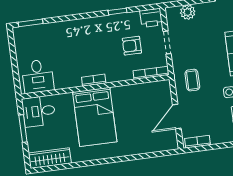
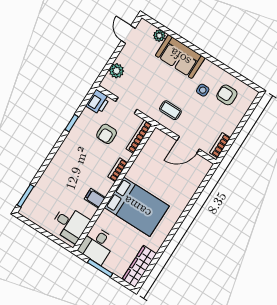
filing cabinet: (74, 79) -> (95, 198), added
bookcase: (94, 80) -> (118, 170), moved
door: (177, 116) -> (188, 145), hinge flipped

